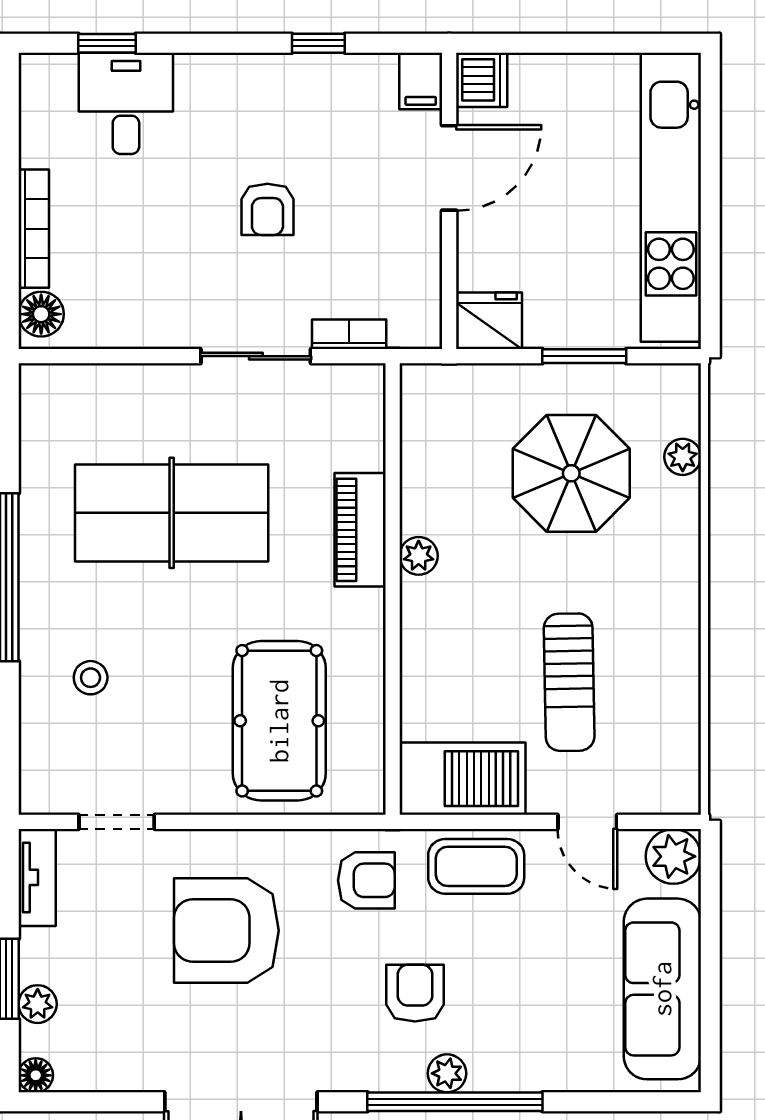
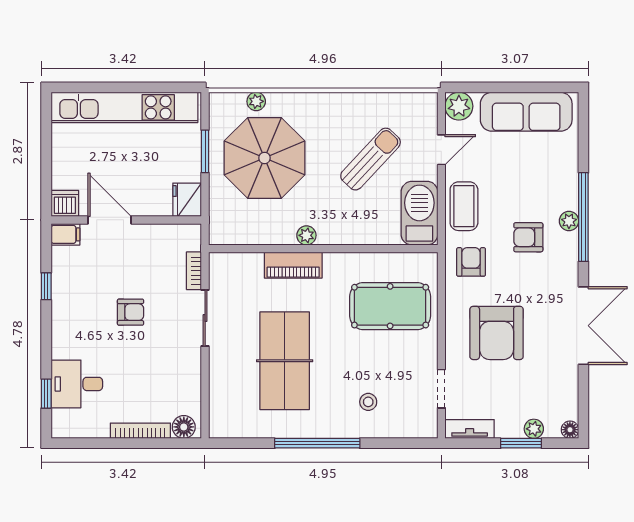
parasol: (571, 473) -> (265, 158), width x1.36, depth x1.36
sun lounger: (569, 682) -> (371, 159), turned -46

